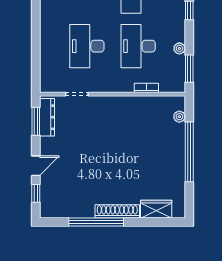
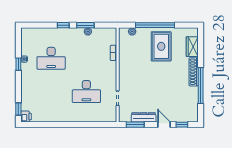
desk: (138, 46) -> (86, 58), removed
window: (189, 69) -> (85, 25), moved
dresser: (47, 117) -> (144, 117), moved
rug: (156, 161) -> (161, 46), added

